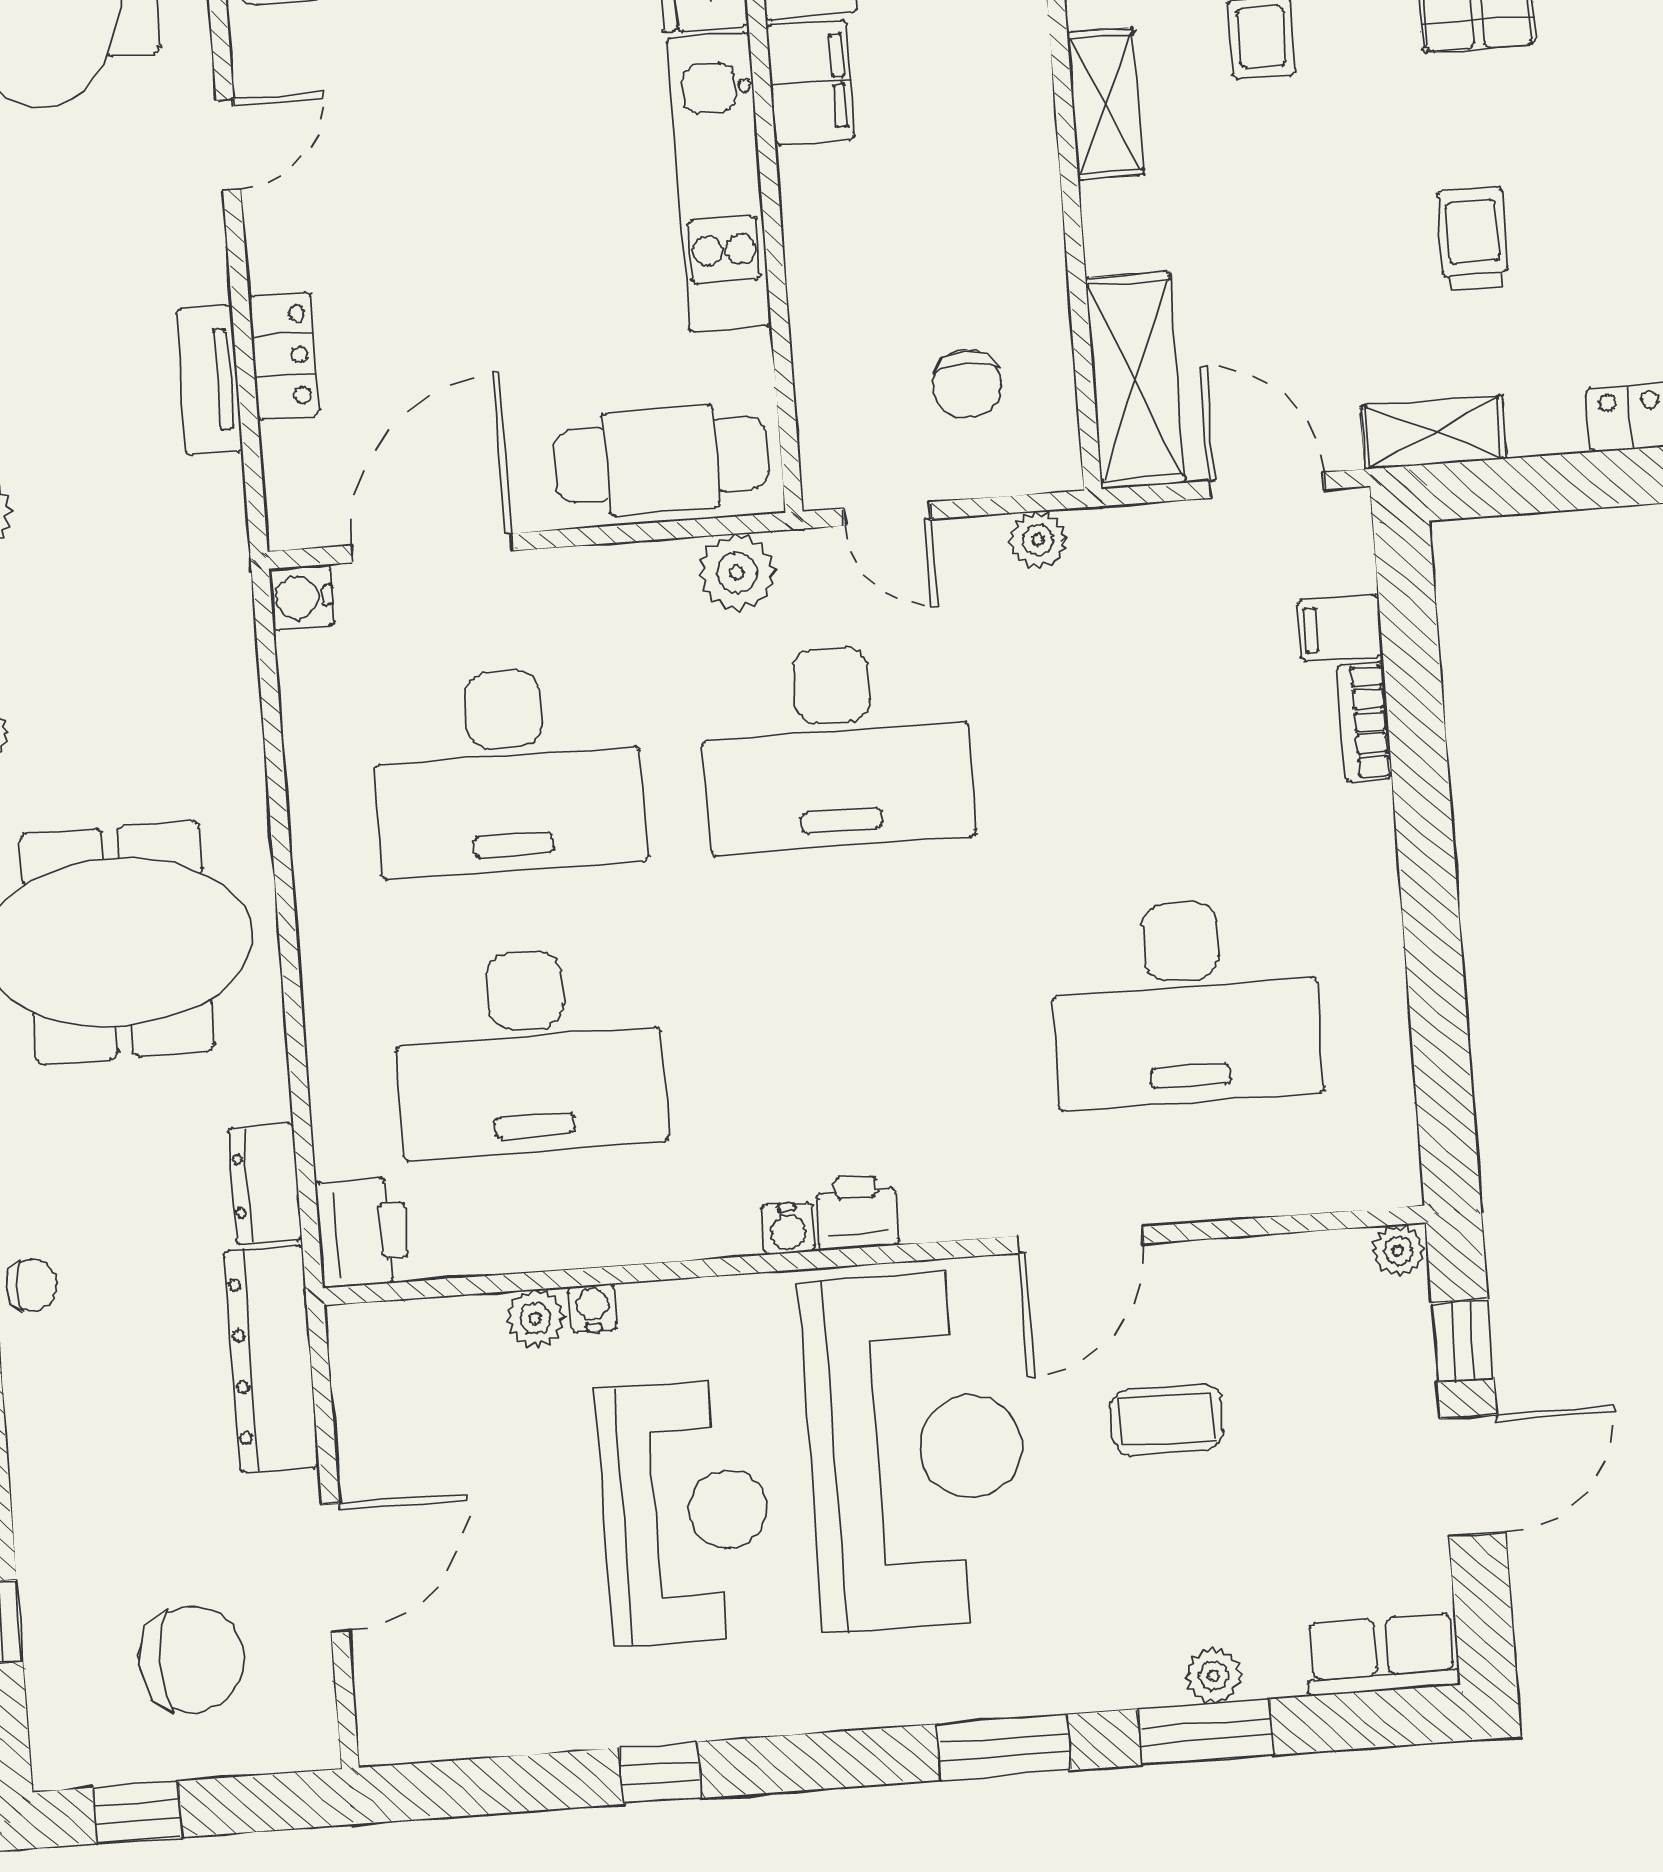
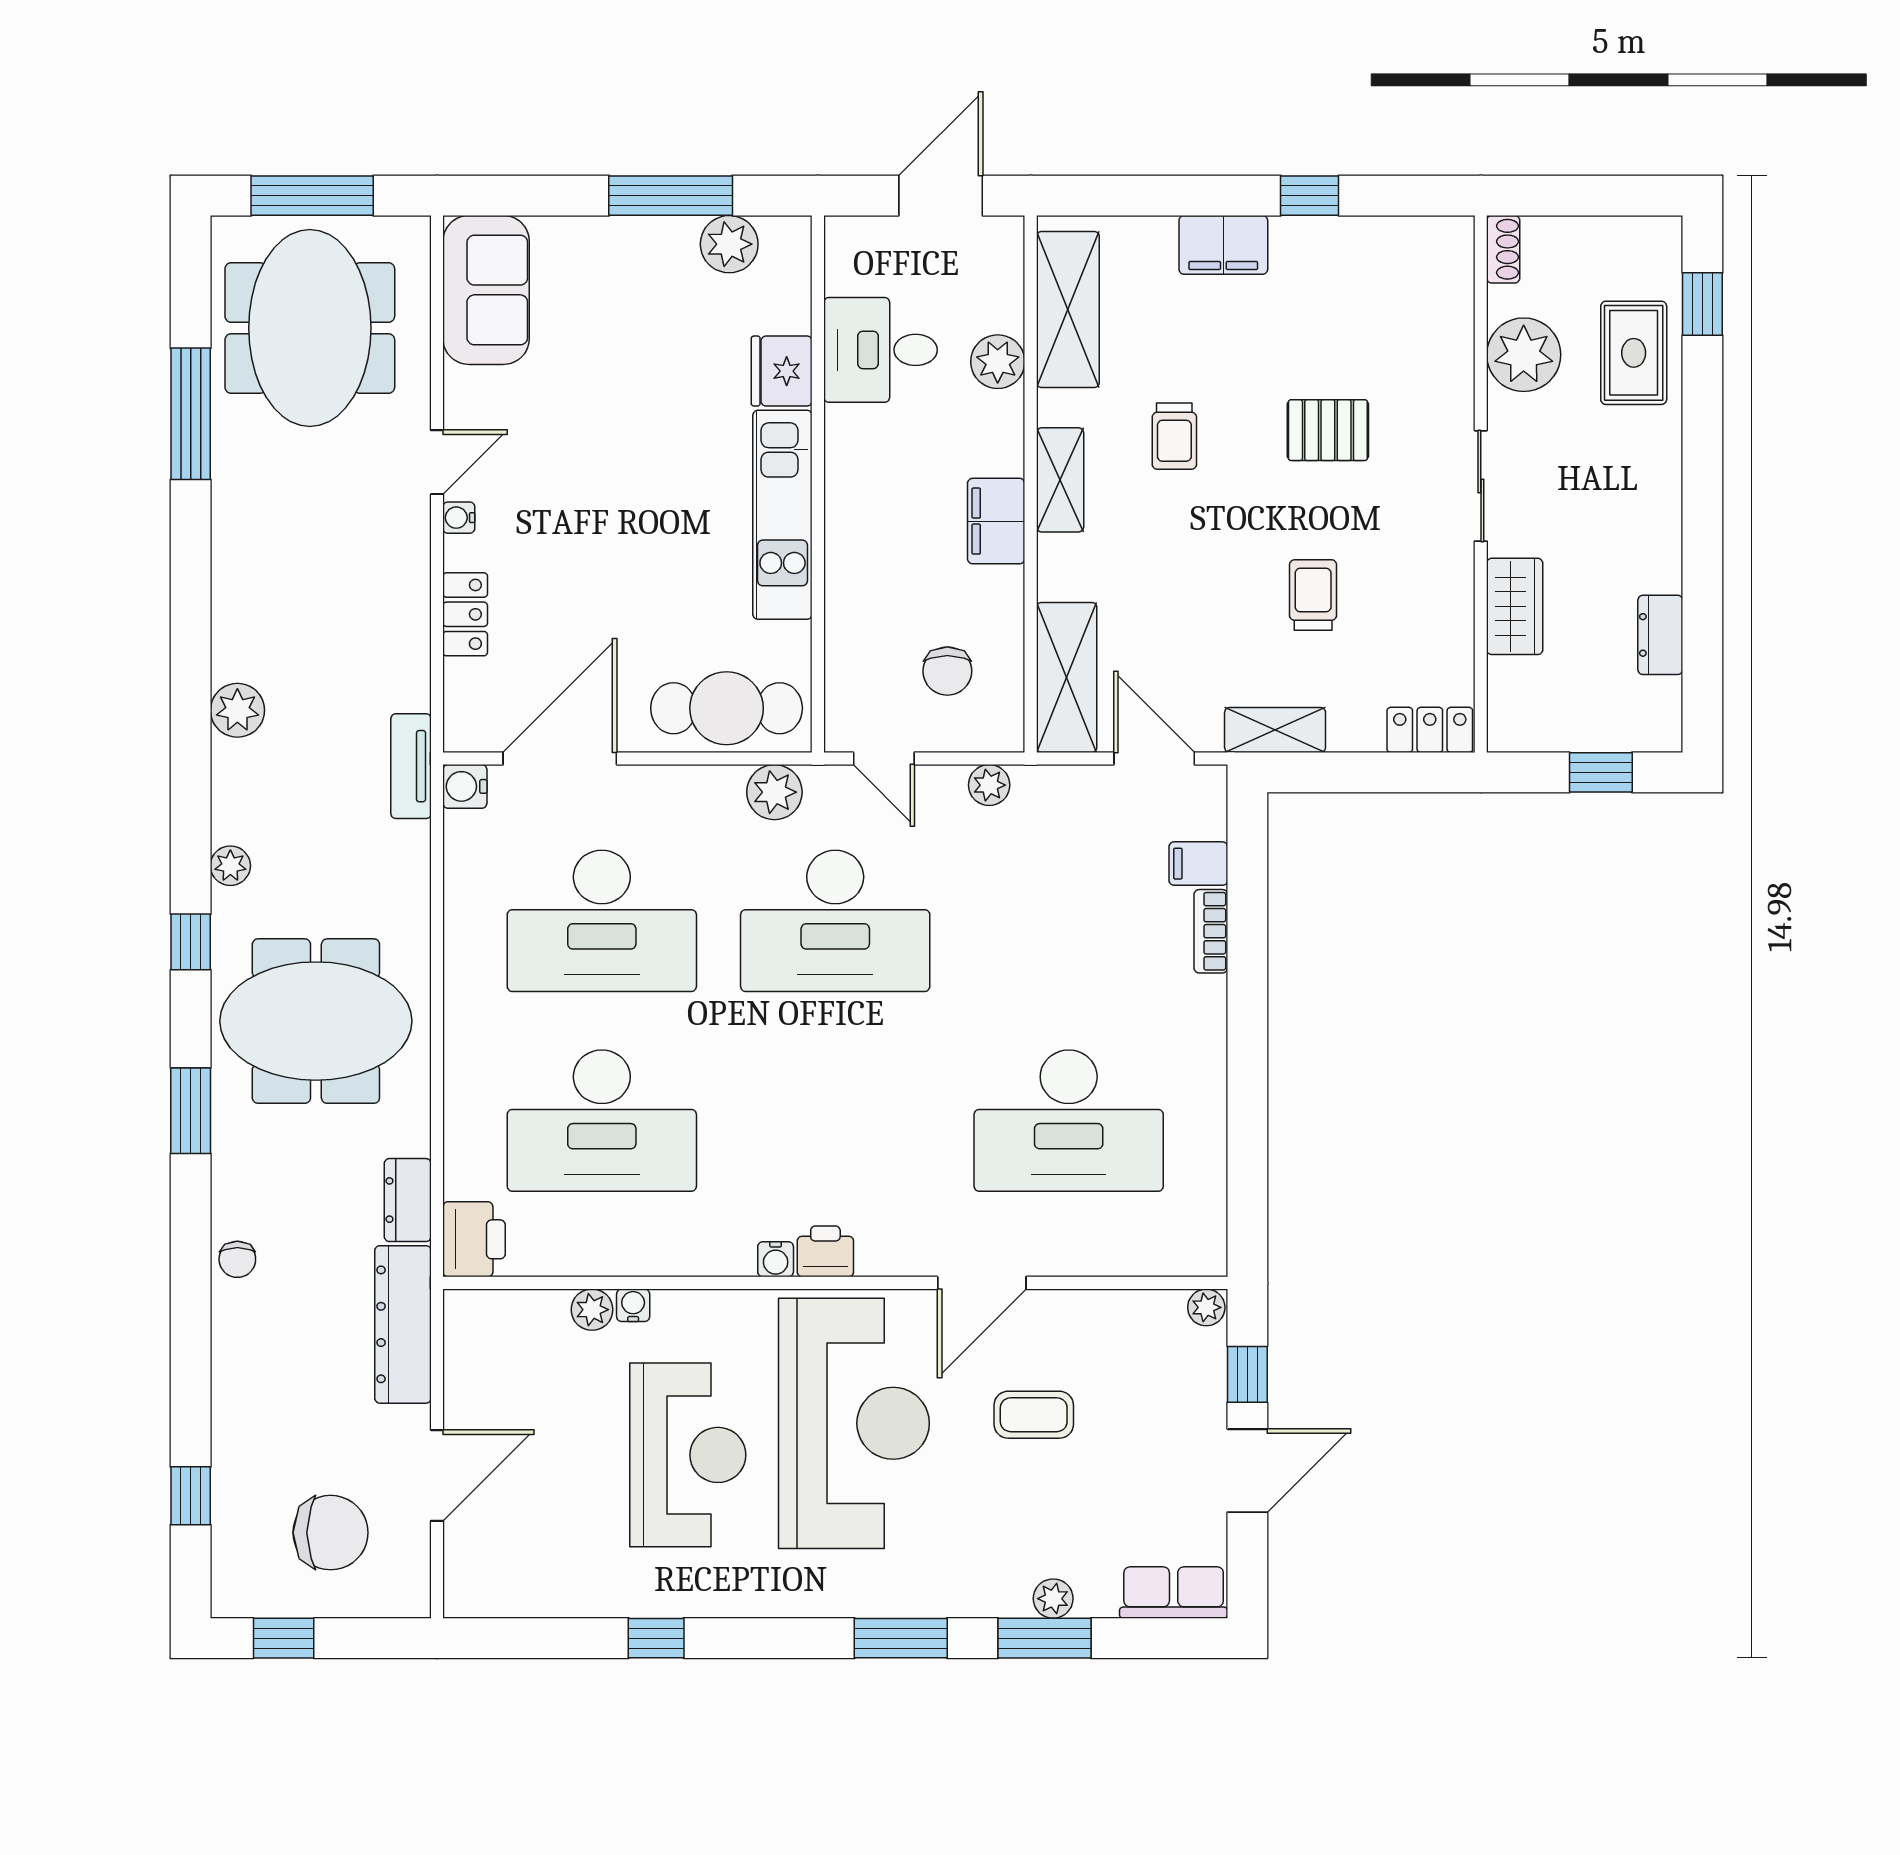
filing cabinet: (810, 83) -> (996, 521), moved, turned 180
water cooler: (265, 220) -> (459, 518), added
tv unit: (209, 380) -> (411, 766), moved
chair: (32, 1285) -> (237, 1259), turned 90

